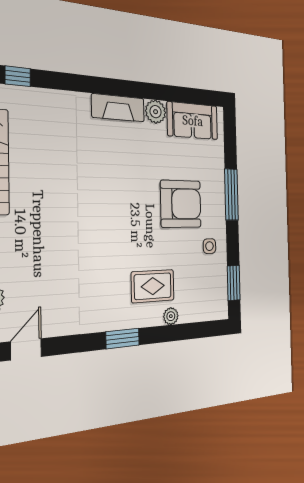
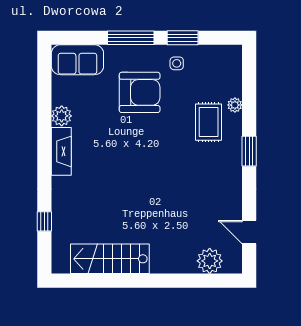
window: (18, 76) -> (44, 221), moved
sofa: (193, 121) -> (77, 60), moved, turned 90
armchair: (181, 204) -> (140, 92), turned 90
window: (234, 283) -> (183, 38), moved

